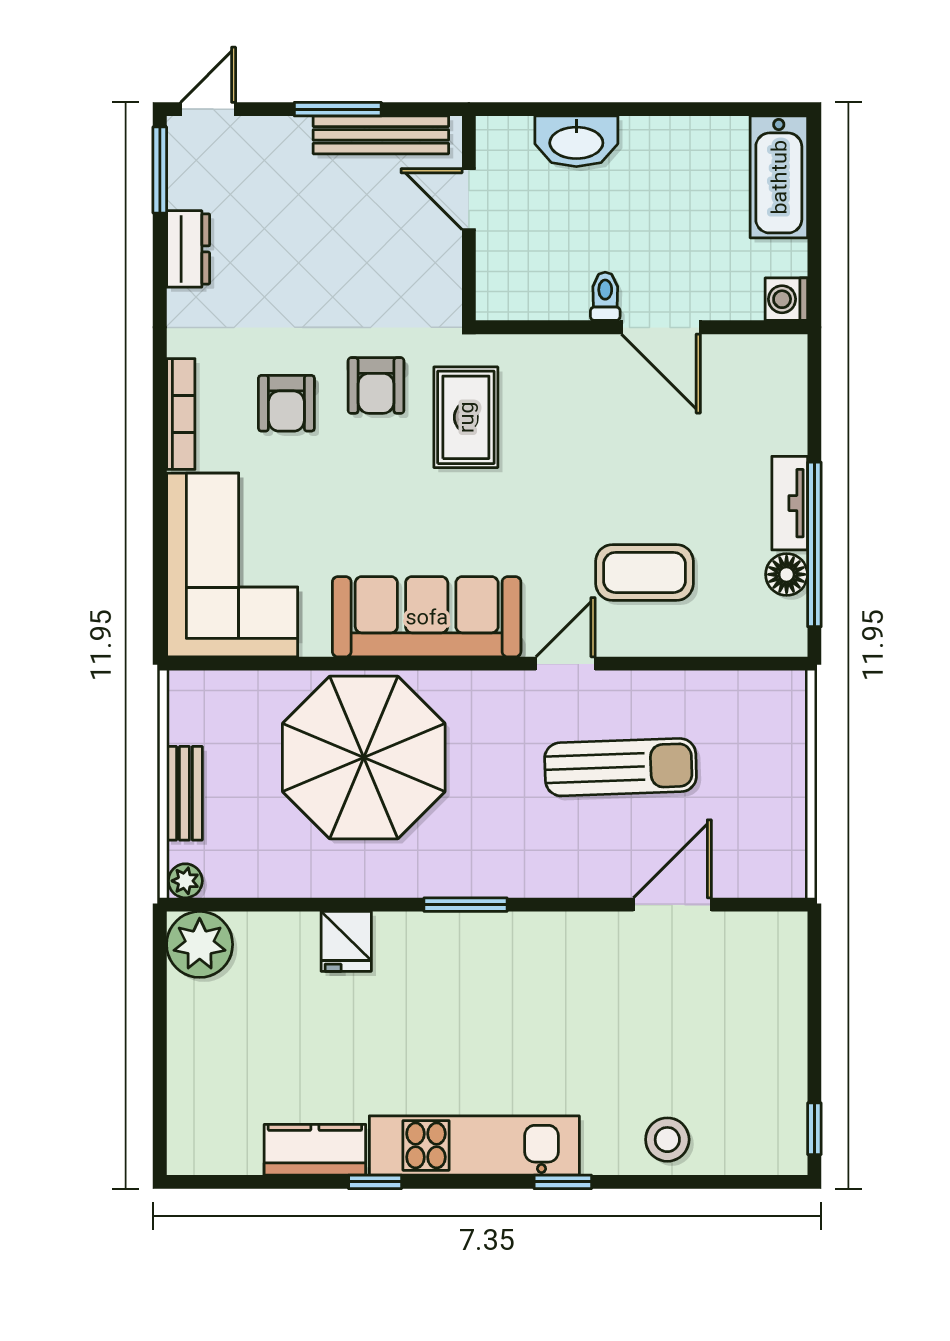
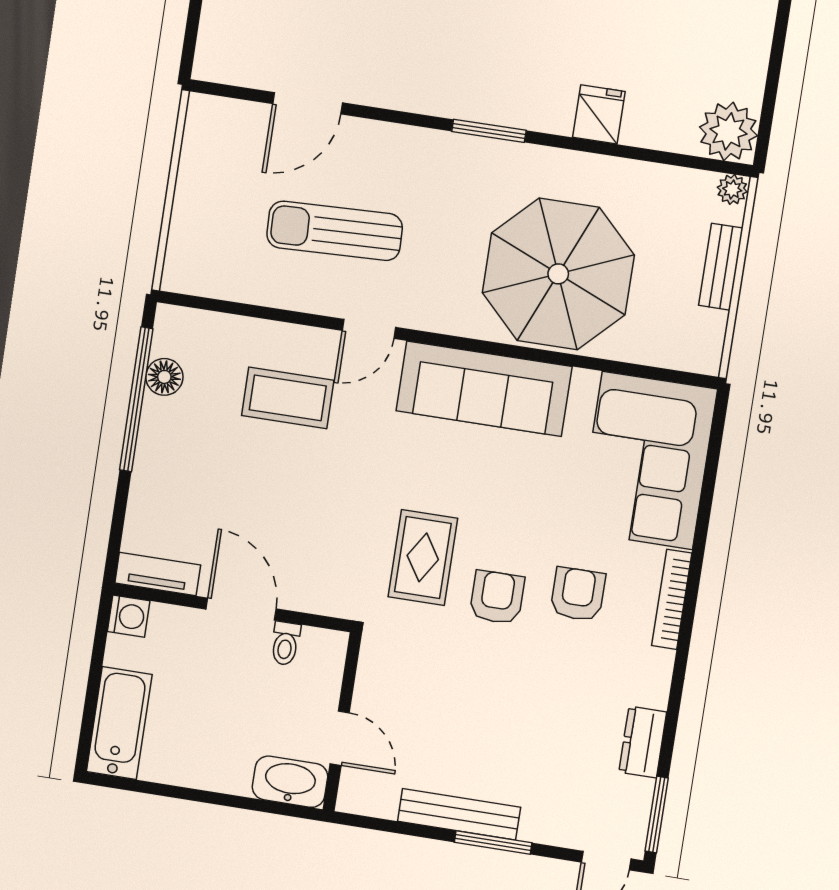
door: (469, 199) -> (340, 738), moved
wall: (469, 218) -> (342, 722), moved
tv unit: (790, 503) -> (158, 574), moved, turned -90

